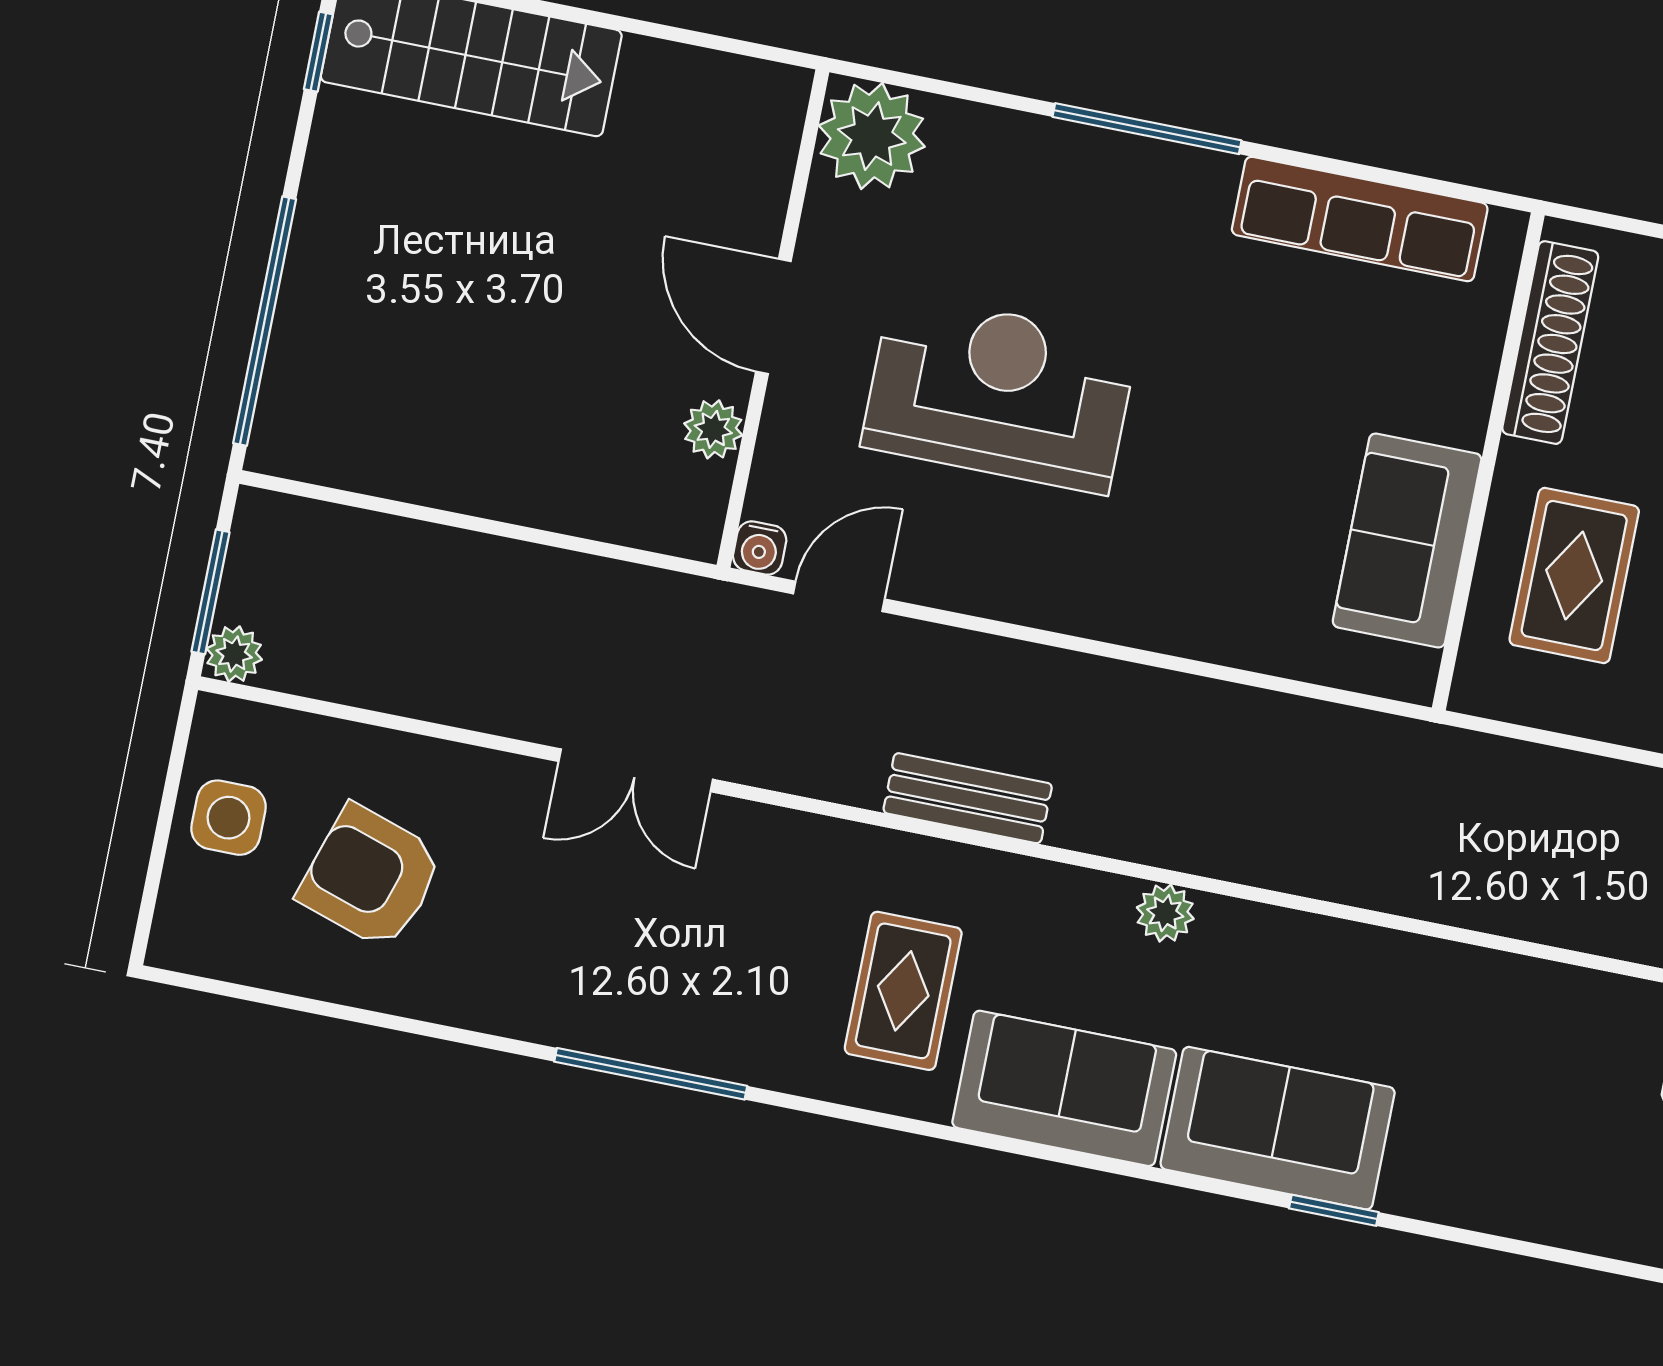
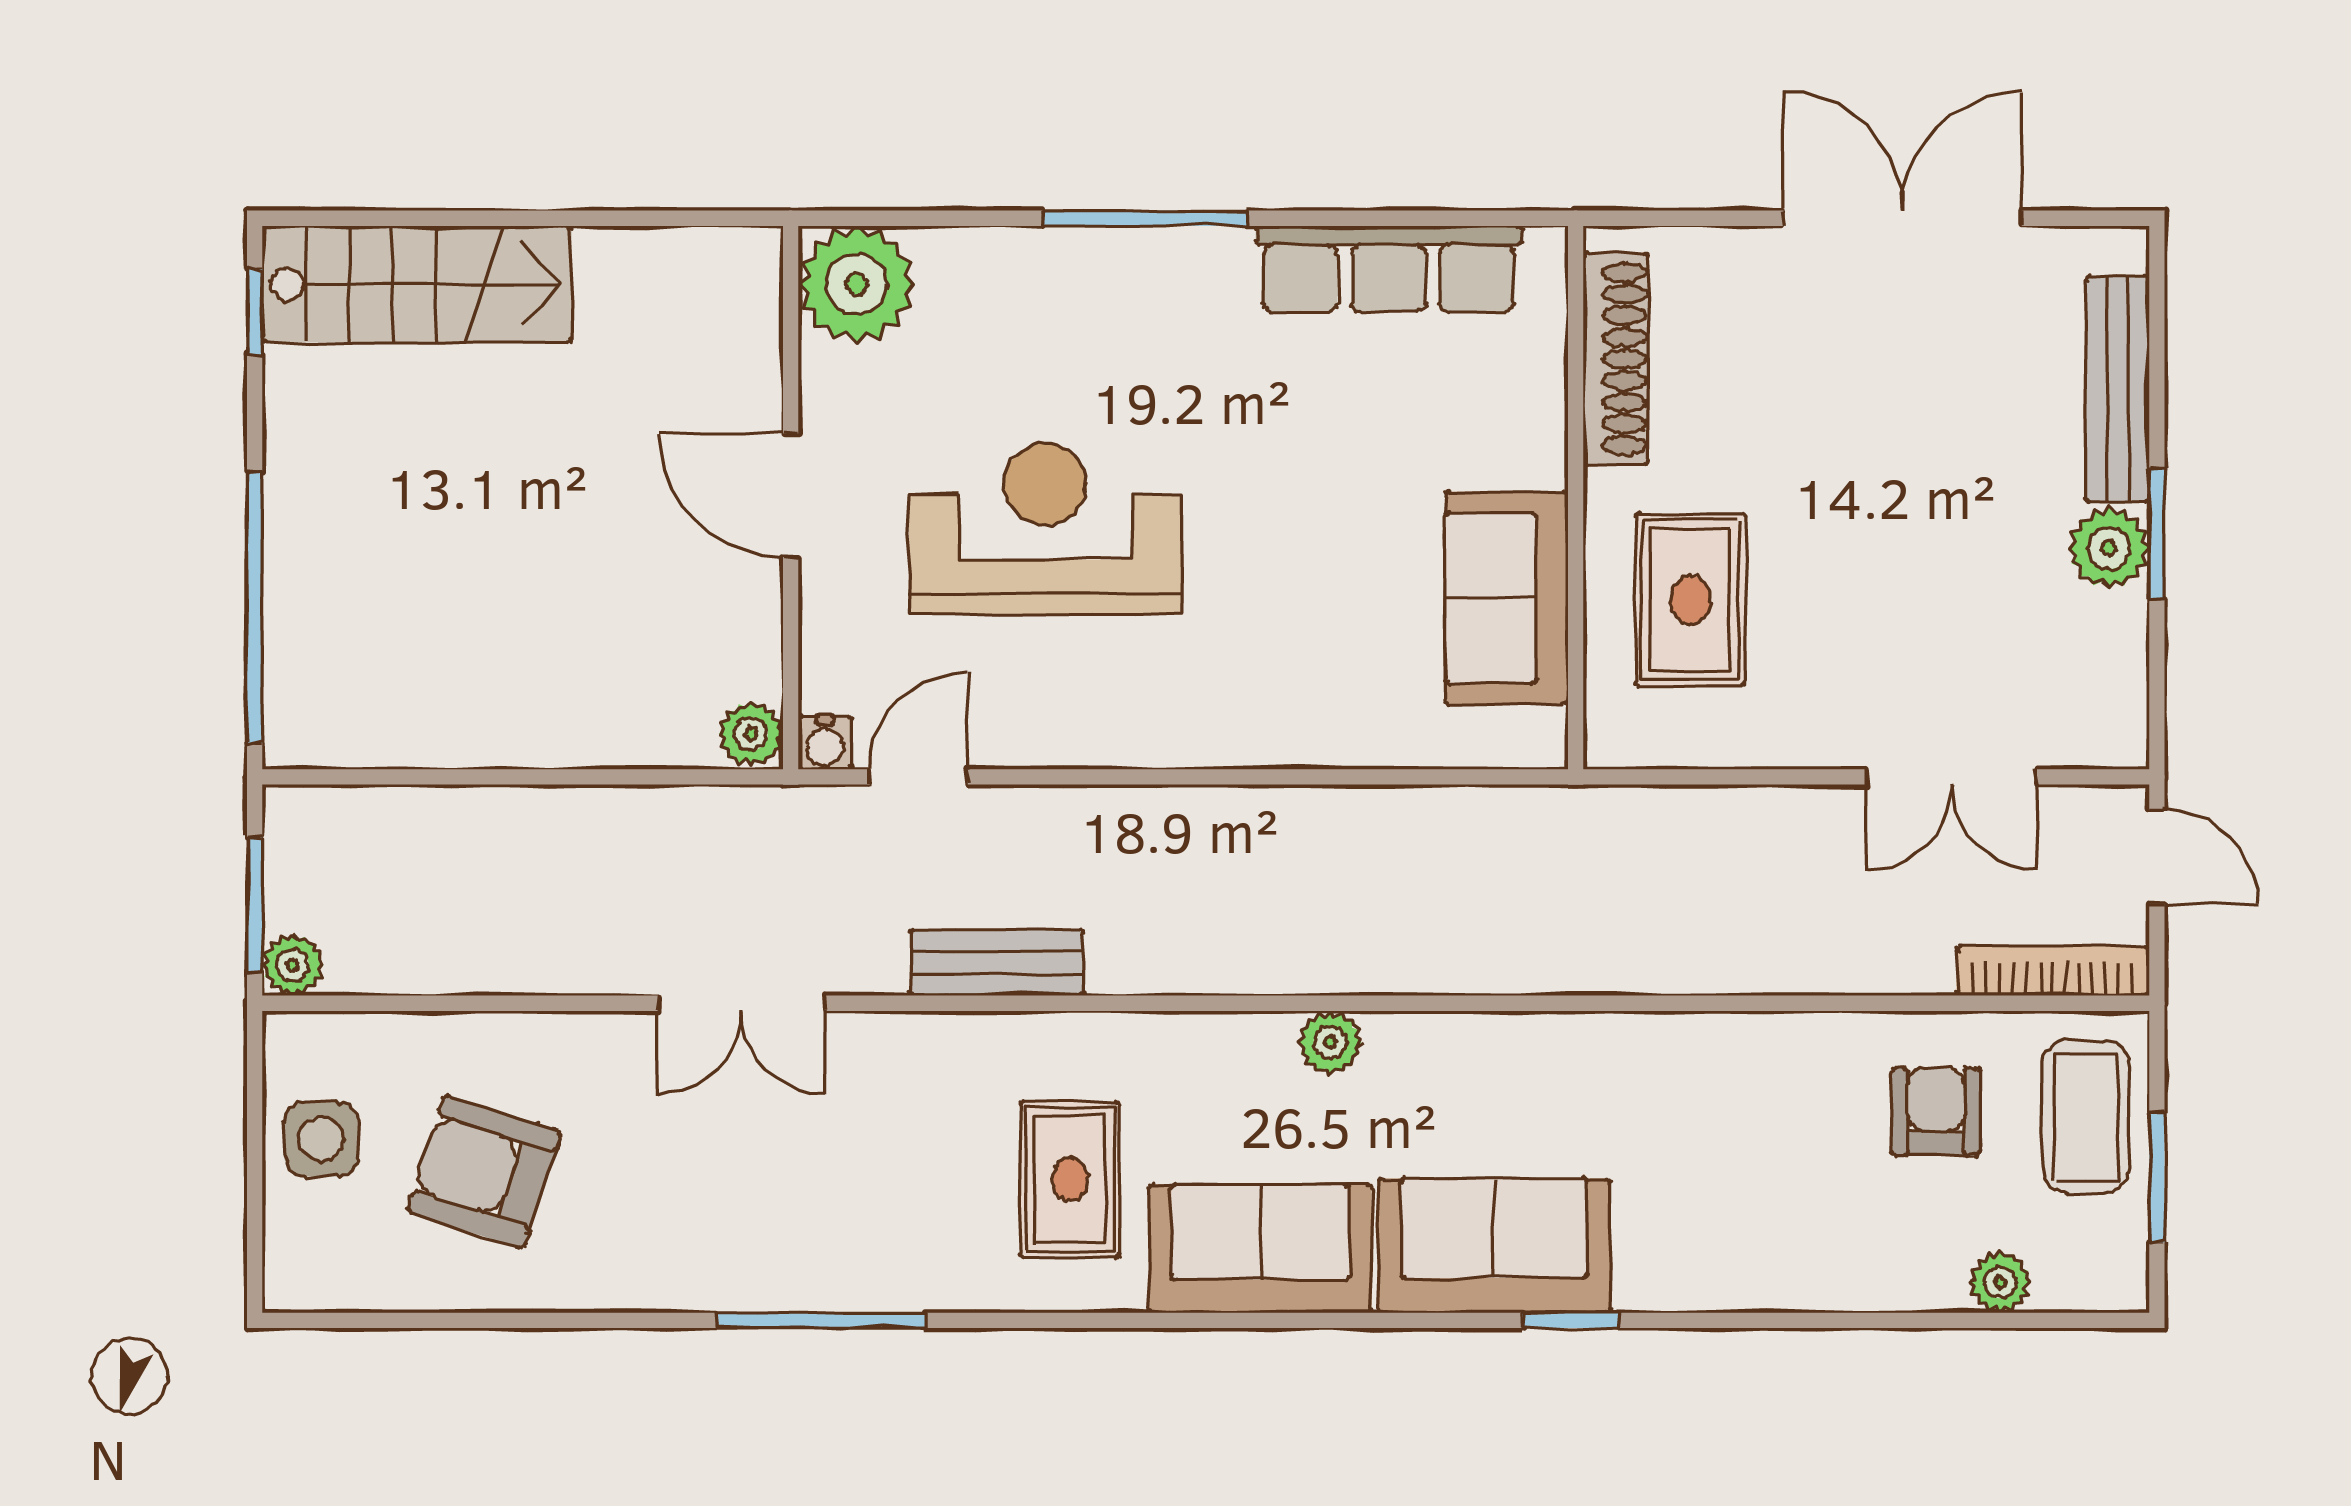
plant: (713, 429) -> (751, 734), moved
bench: (968, 798) -> (997, 963), moved

